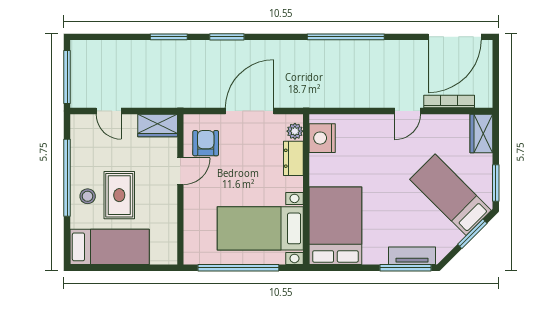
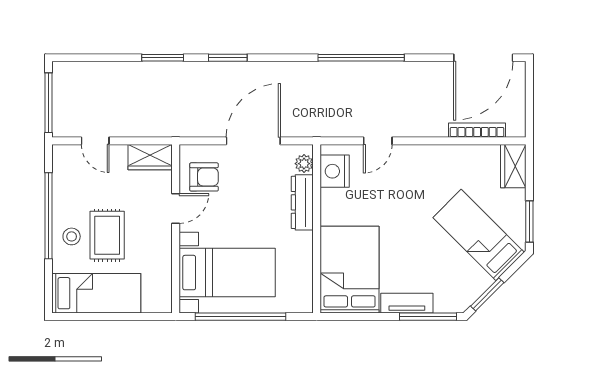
door: (408, 111) -> (378, 141), moved
armchair: (206, 143) -> (204, 177), turned 90
dresser: (293, 158) -> (302, 202), width x1.44
bed with nightstands: (260, 228) -> (227, 273), moved, turned 180
window: (472, 234) -> (487, 294), moved
tv unit: (412, 256) -> (407, 303), moved

